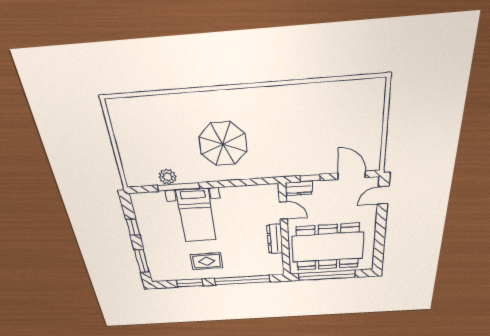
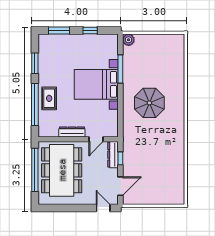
plant: (168, 177) -> (129, 40), moved
dresser: (299, 188) -> (113, 155), width x1.44
bed with nightstands: (196, 216) -> (96, 84), width x1.36
rug: (207, 261) -> (49, 98), moved

